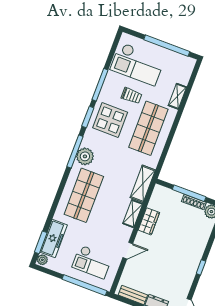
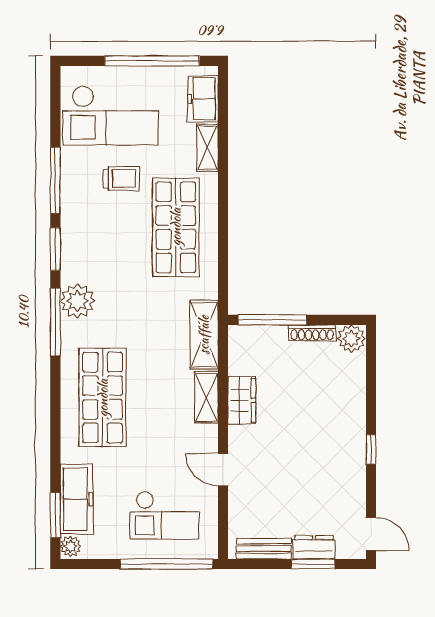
freezer: (184, 72) -> (203, 99), added
display table: (110, 120) -> (99, 239), removed
plant: (85, 156) -> (77, 301), moved
window: (189, 193) -> (272, 320), moved
door: (128, 251) -> (223, 470), swing flipped

